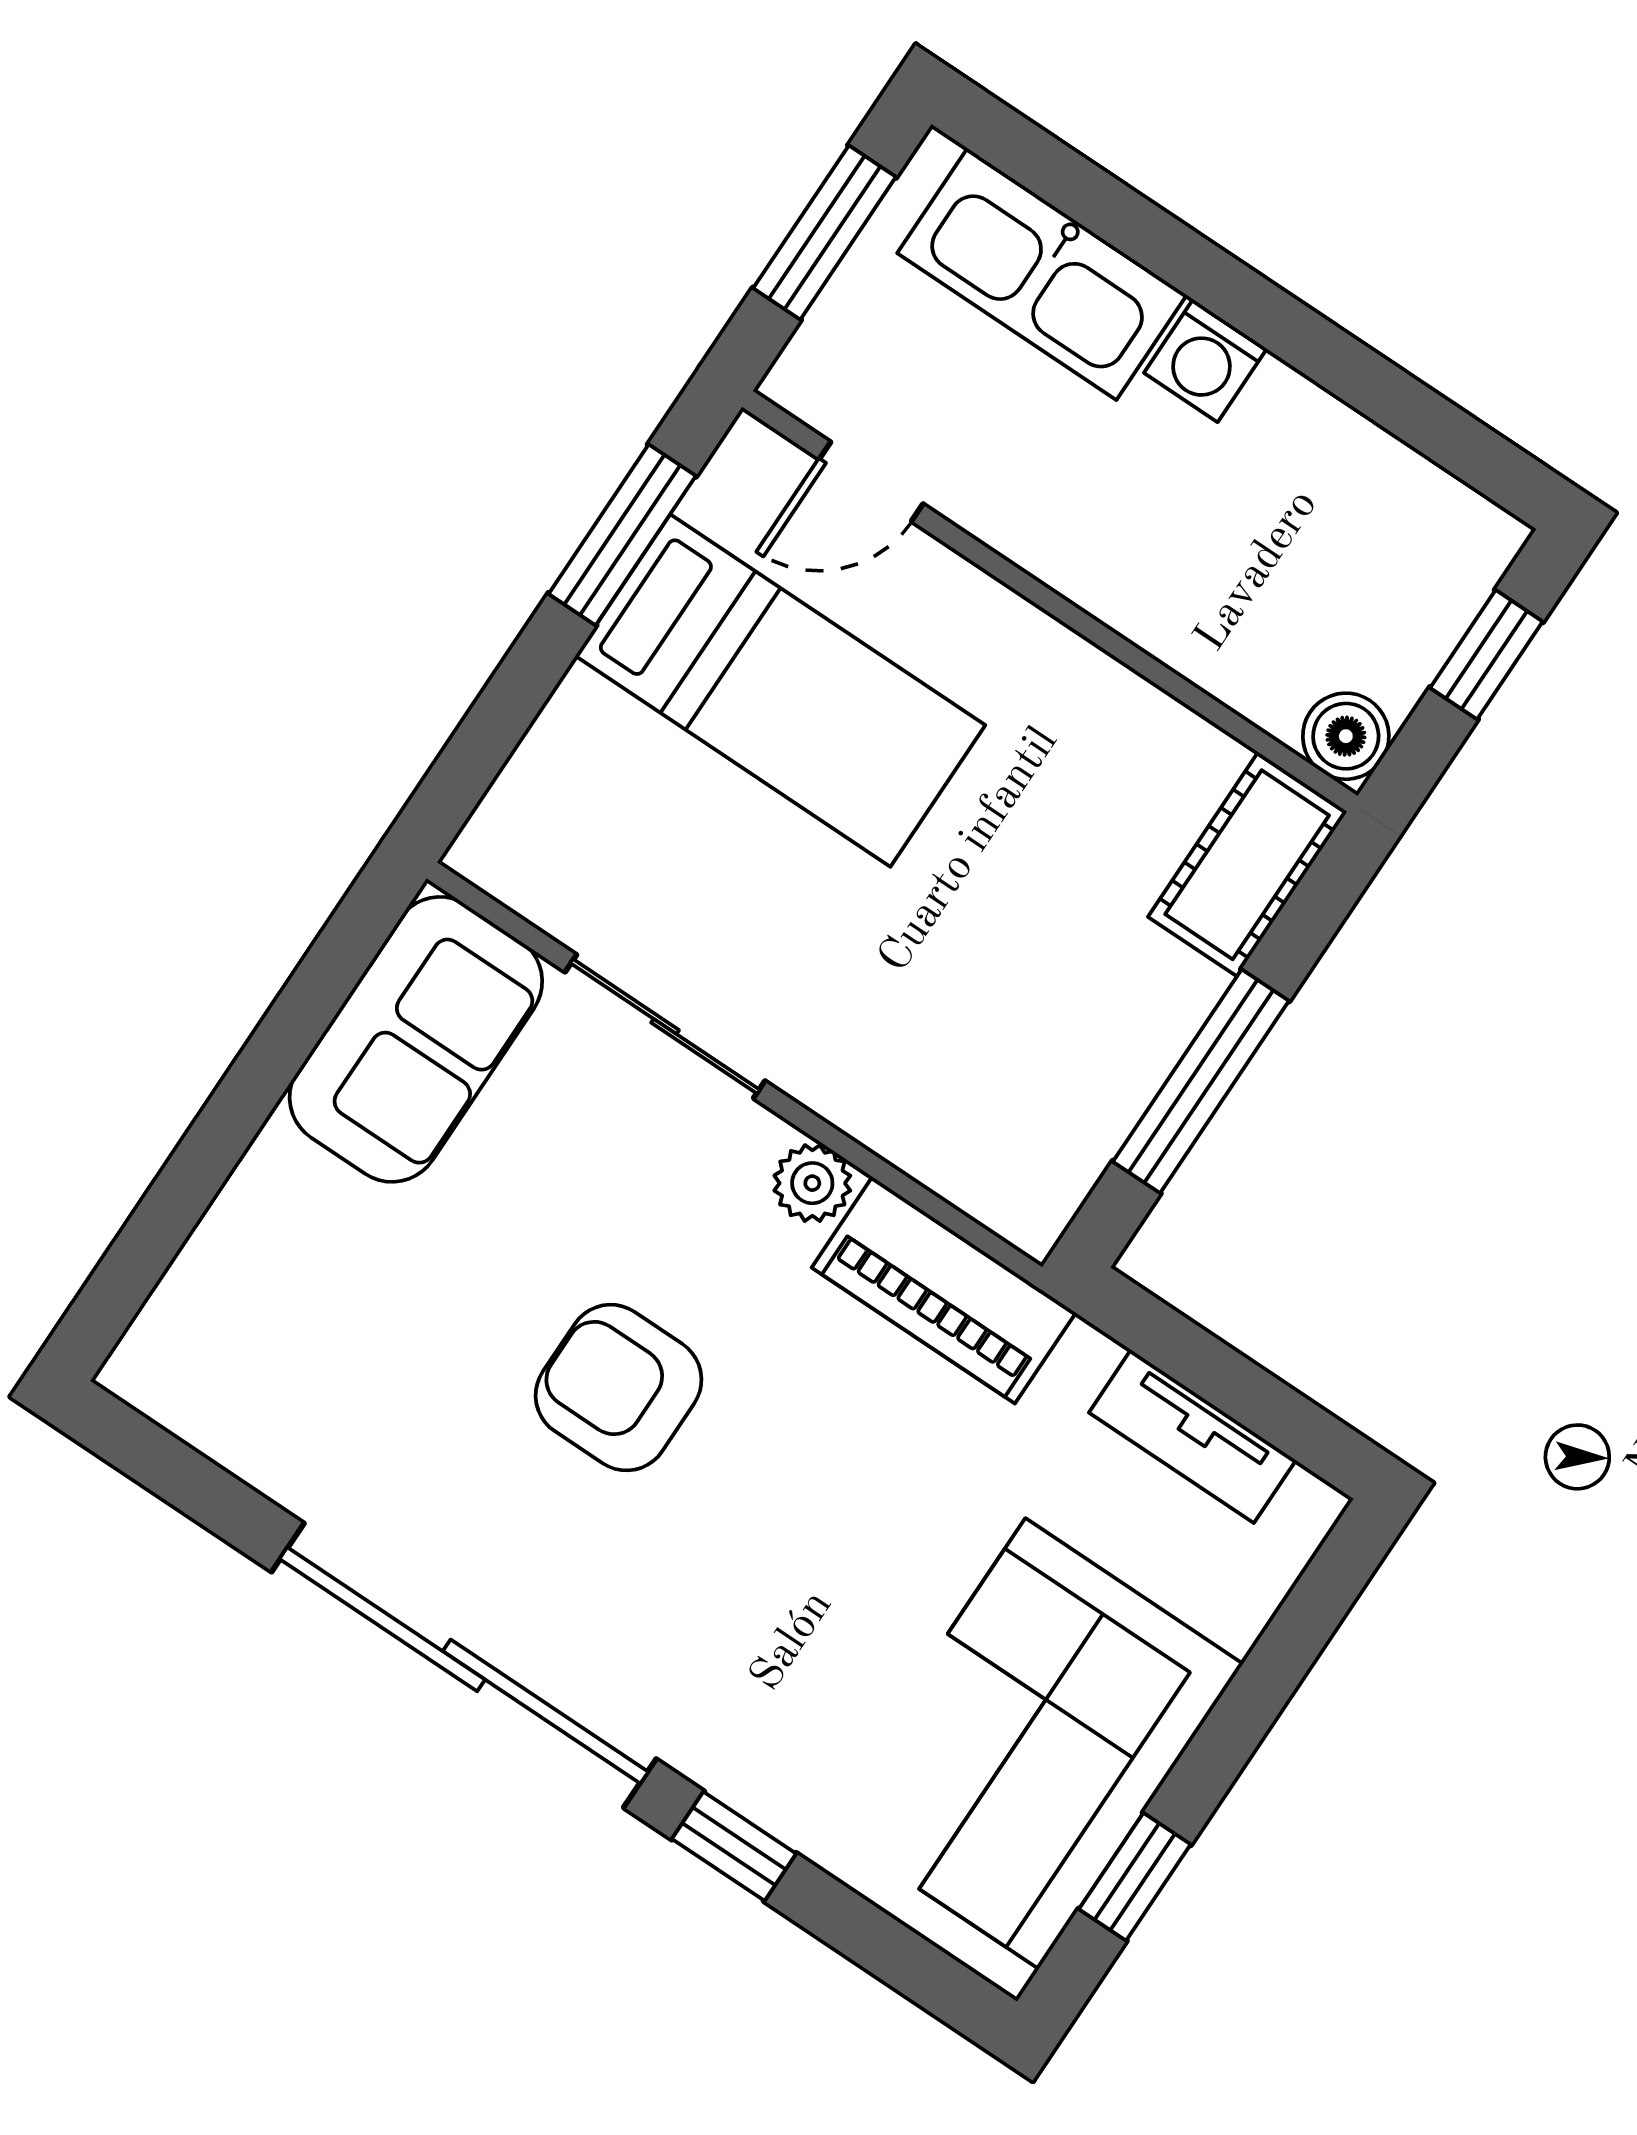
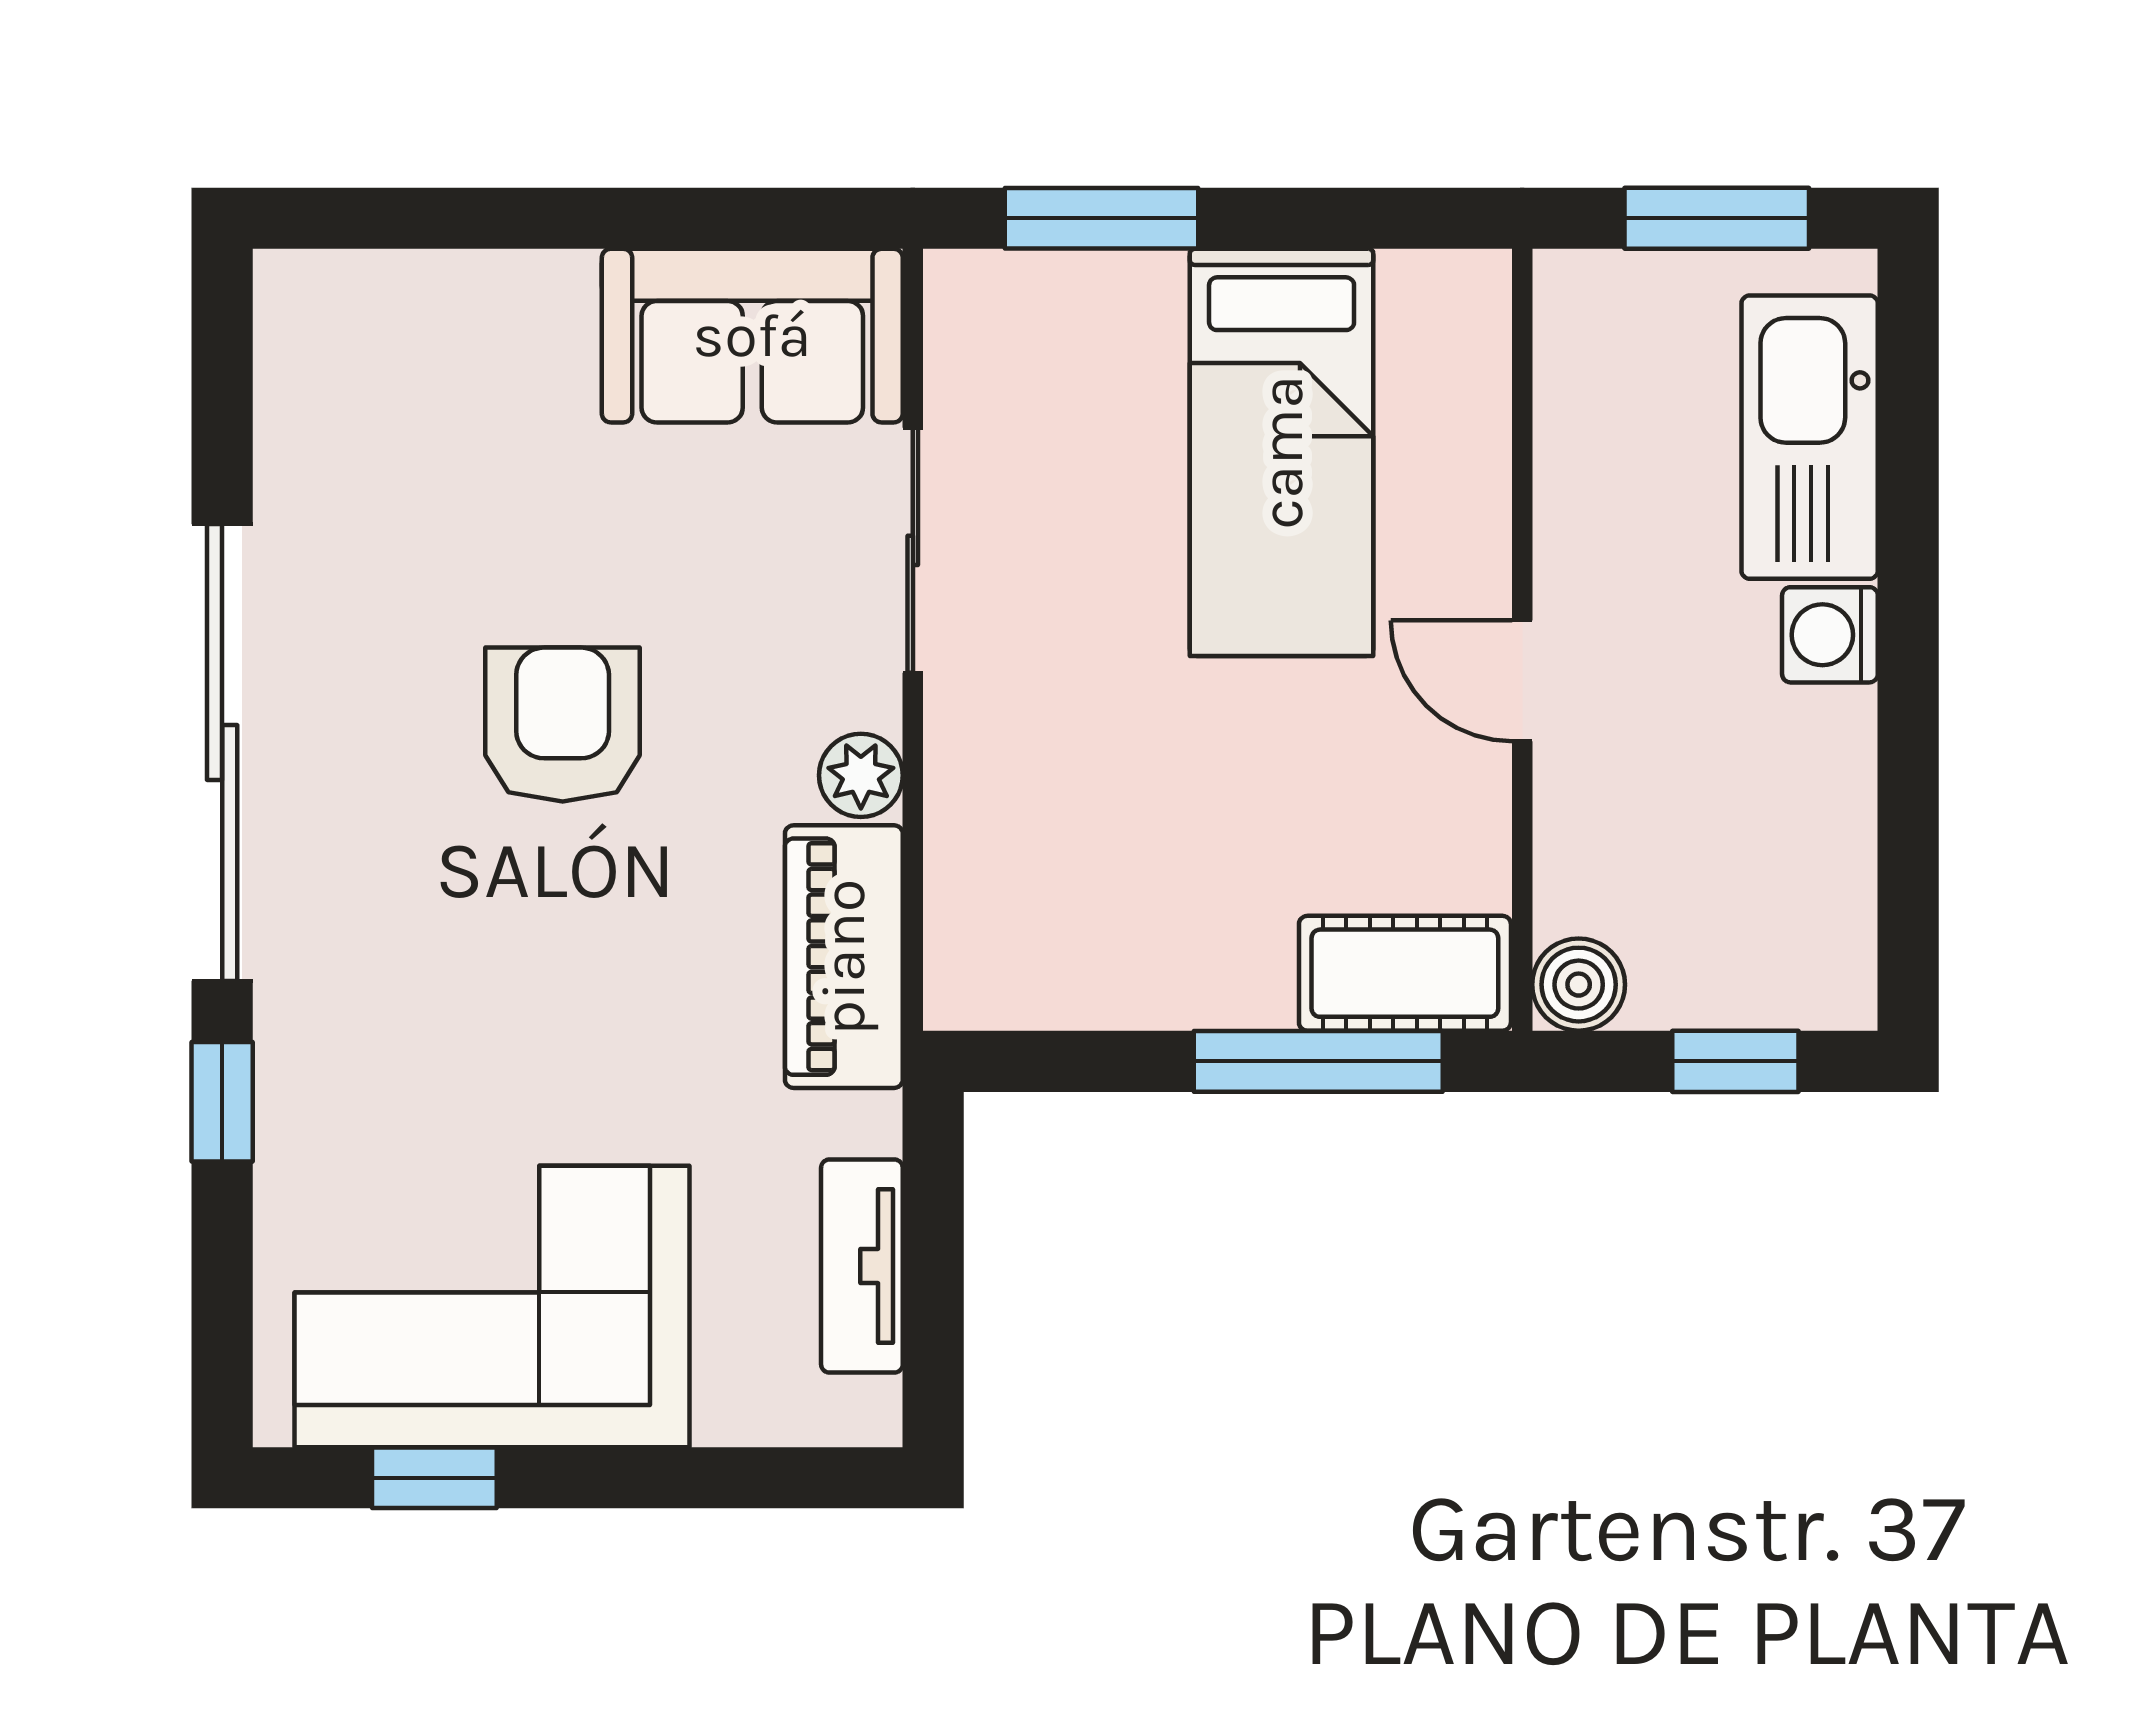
door: (871, 482) -> (1522, 681), moved
window: (622, 535) -> (1102, 218), moved
window: (1201, 1081) -> (1318, 1061), moved

